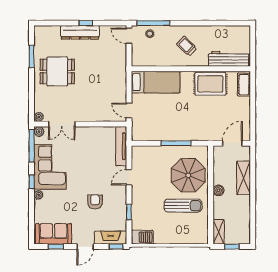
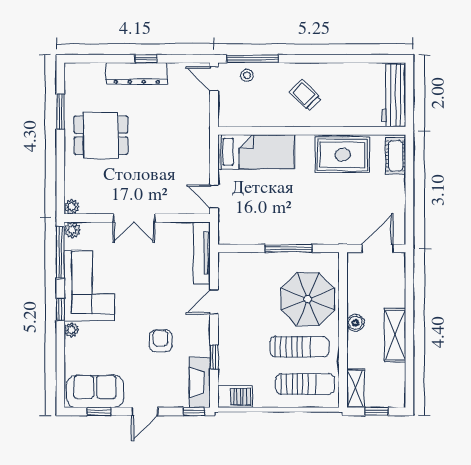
workbench: (229, 59) -> (394, 95), moved, turned -90
double door: (62, 124) -> (134, 218), moved
shelving: (244, 178) -> (395, 335), moved
sun lounger: (187, 229) -> (305, 384), added
fireplace: (111, 238) -> (200, 382), moved, turned -90

